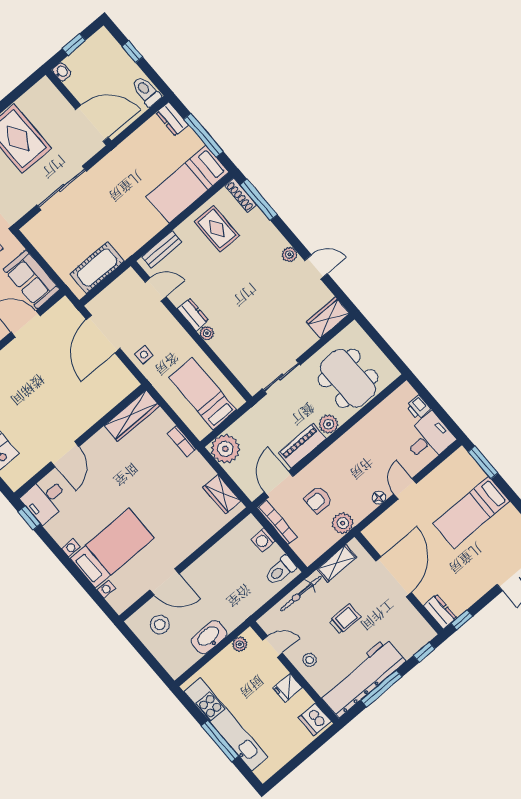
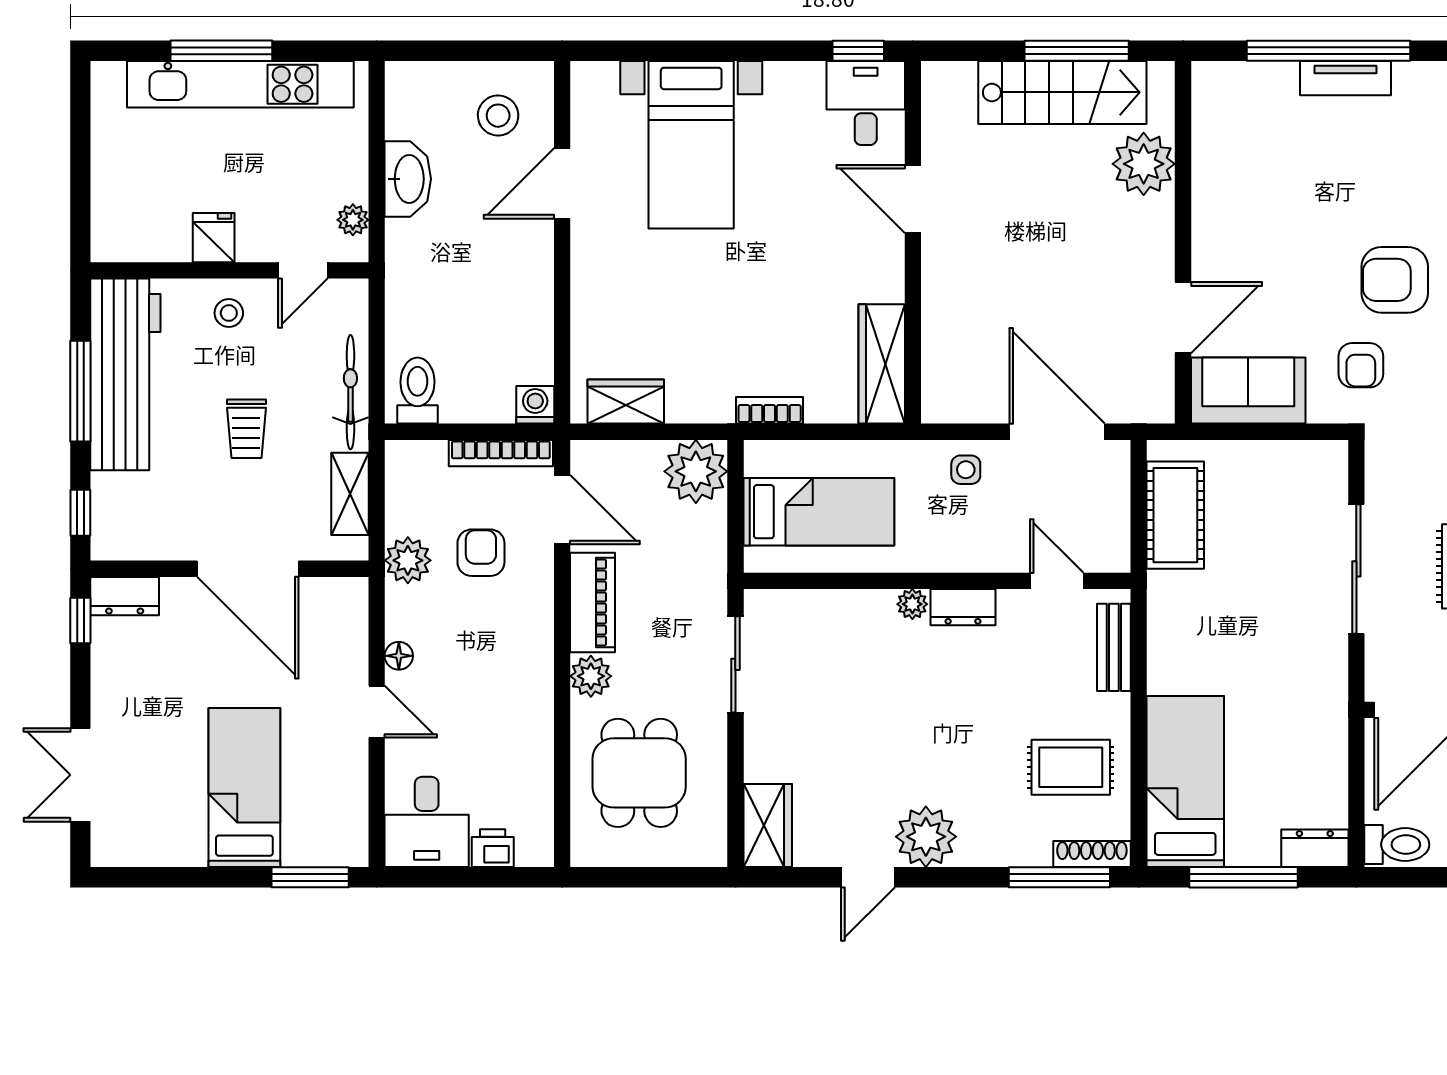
plant: (289, 254) -> (926, 837), width x1.87, depth x1.87
door: (156, 289) -> (1057, 581), swing flipped
dining table: (348, 378) -> (639, 773), width x0.73
washing machine: (263, 540) -> (535, 405), moved
dishwasher: (315, 719) -> (124, 238), removed

